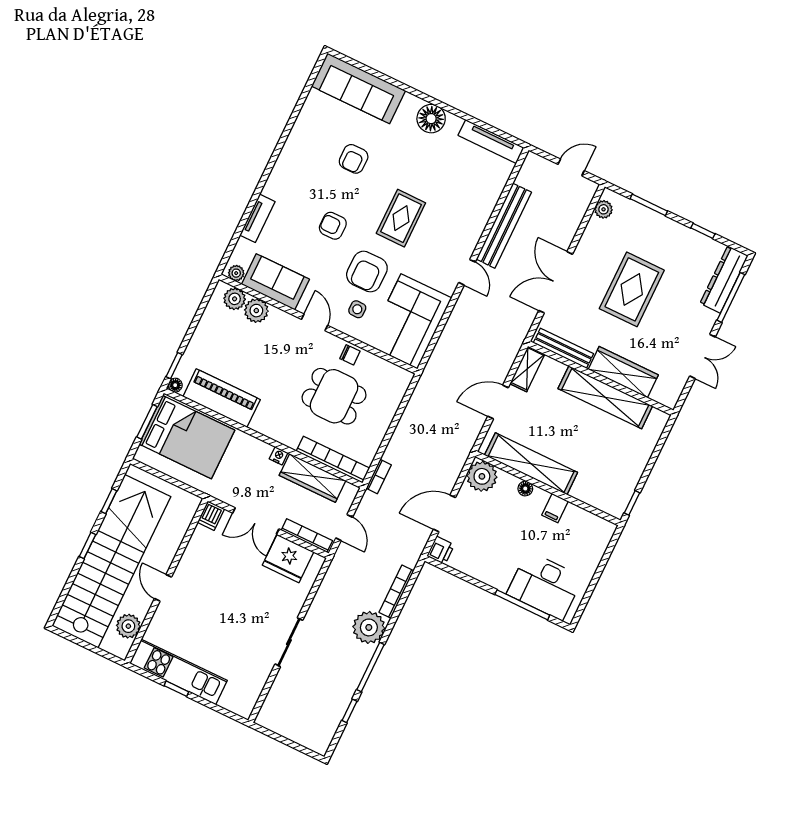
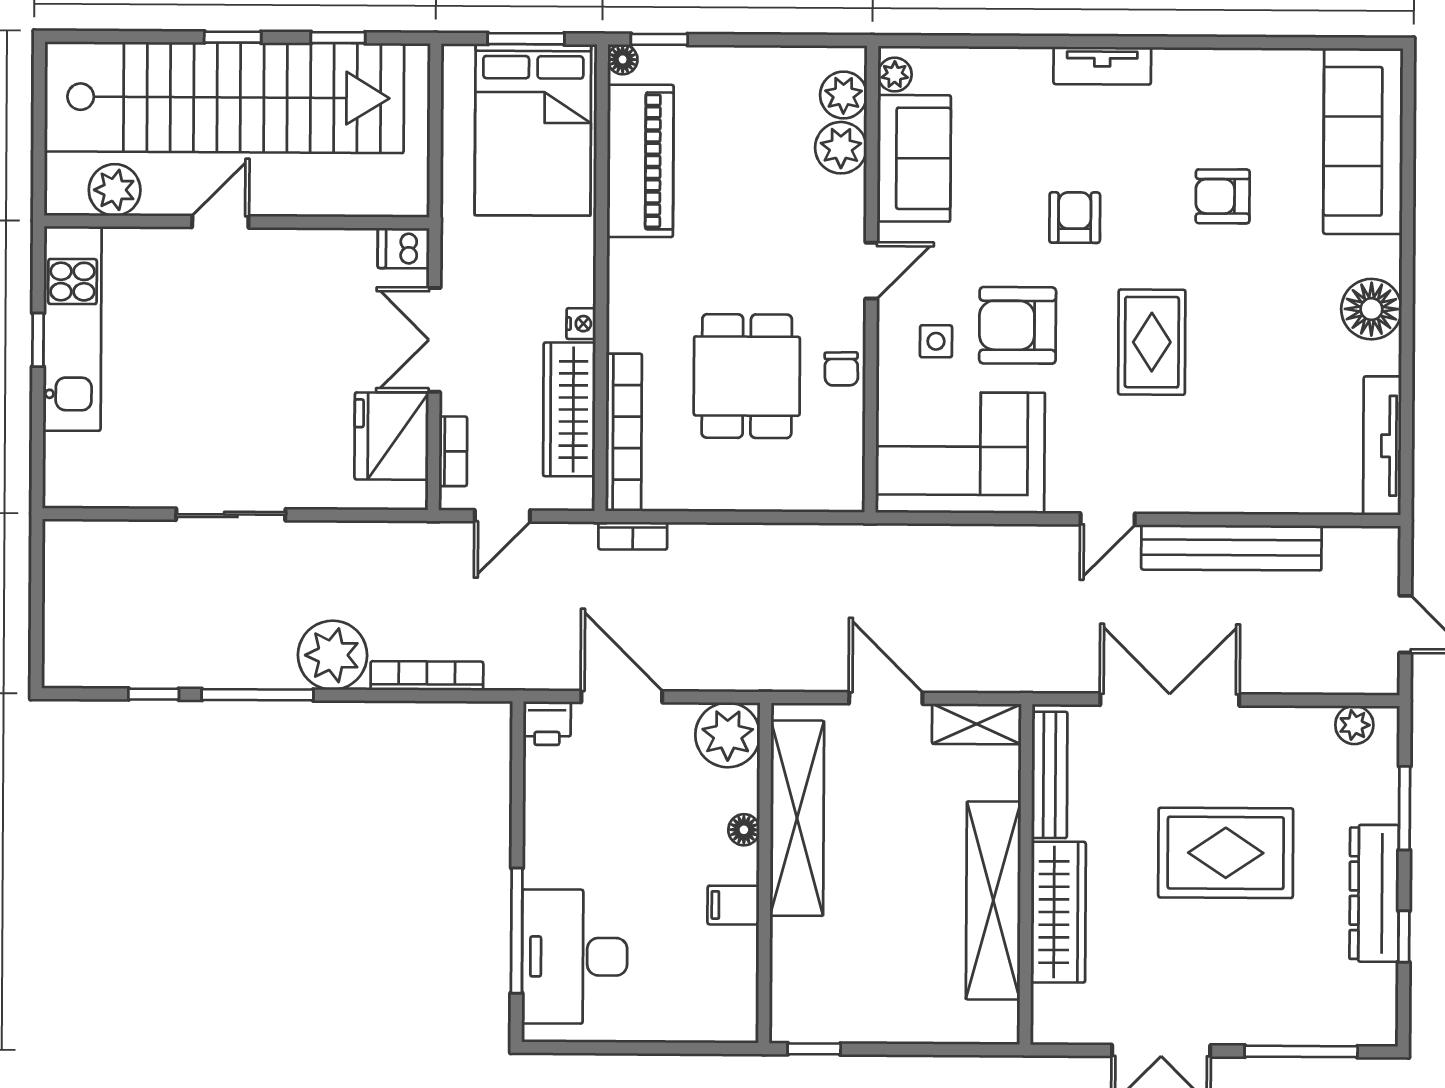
tv unit: (257, 218) -> (1102, 66), moved
rug: (401, 218) -> (1152, 342), turned 90
dresser: (724, 279) -> (1374, 893), moved, turned -90
bookcase: (307, 536) -> (453, 451), width x0.64

